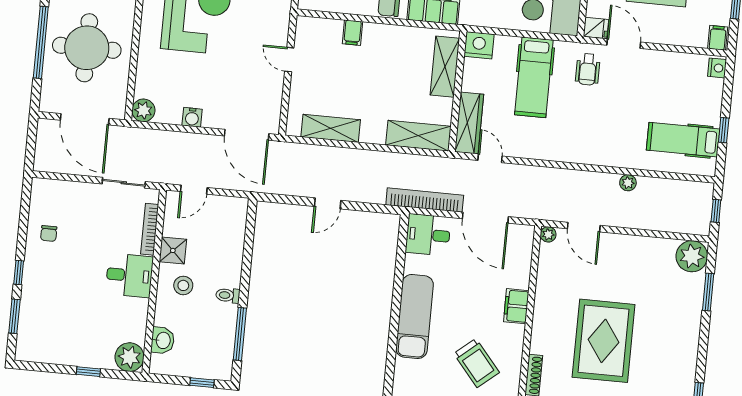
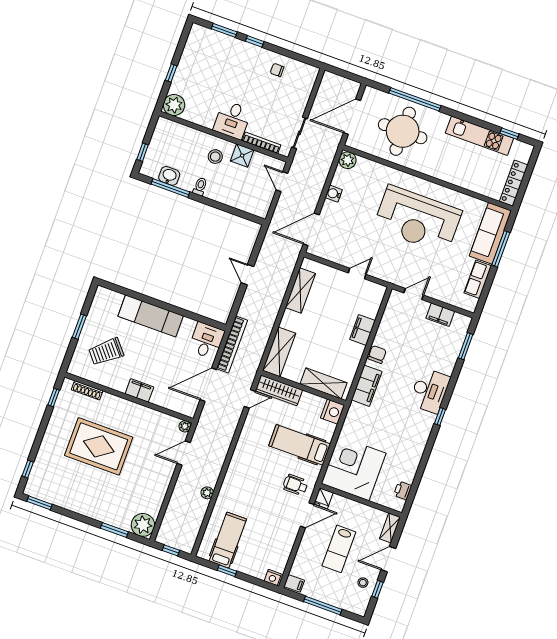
filing cabinet: (352, 33) -> (362, 330), width x2.00
washbasin: (163, 340) -> (169, 176), moved, turned 180

